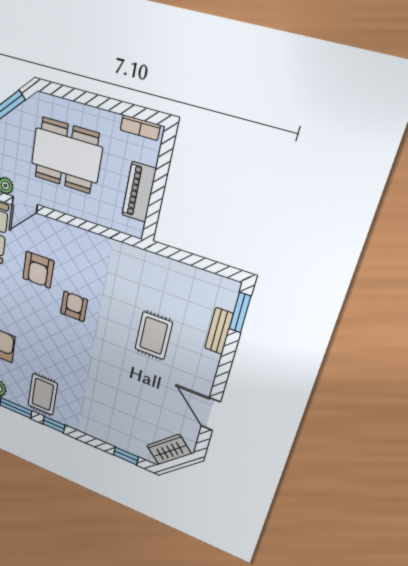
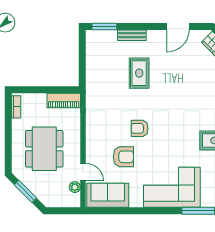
piano: (139, 192) -> (64, 100), moved
bench: (219, 331) -> (132, 35), moved
rug: (154, 336) -> (139, 73), turned 90

